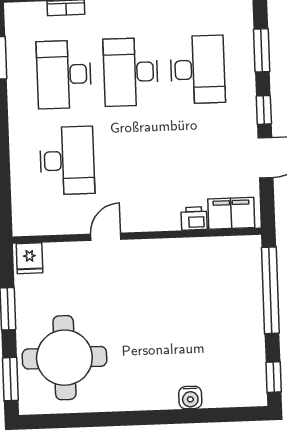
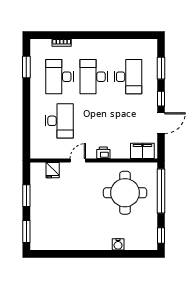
printer: (194, 218) -> (103, 153), moved
fridge: (30, 258) -> (53, 170), moved
round table: (64, 358) -> (125, 193), moved

